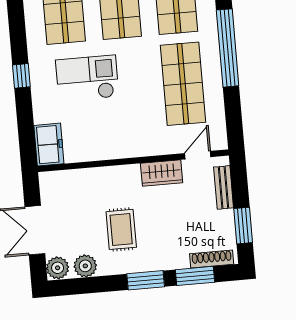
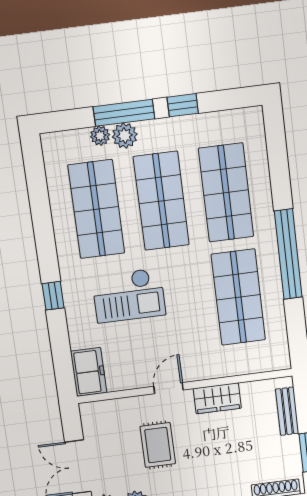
checkout: (87, 78) -> (129, 295), turned 180
door: (198, 155) -> (168, 388), moved
rug: (121, 229) -> (158, 445), moved

